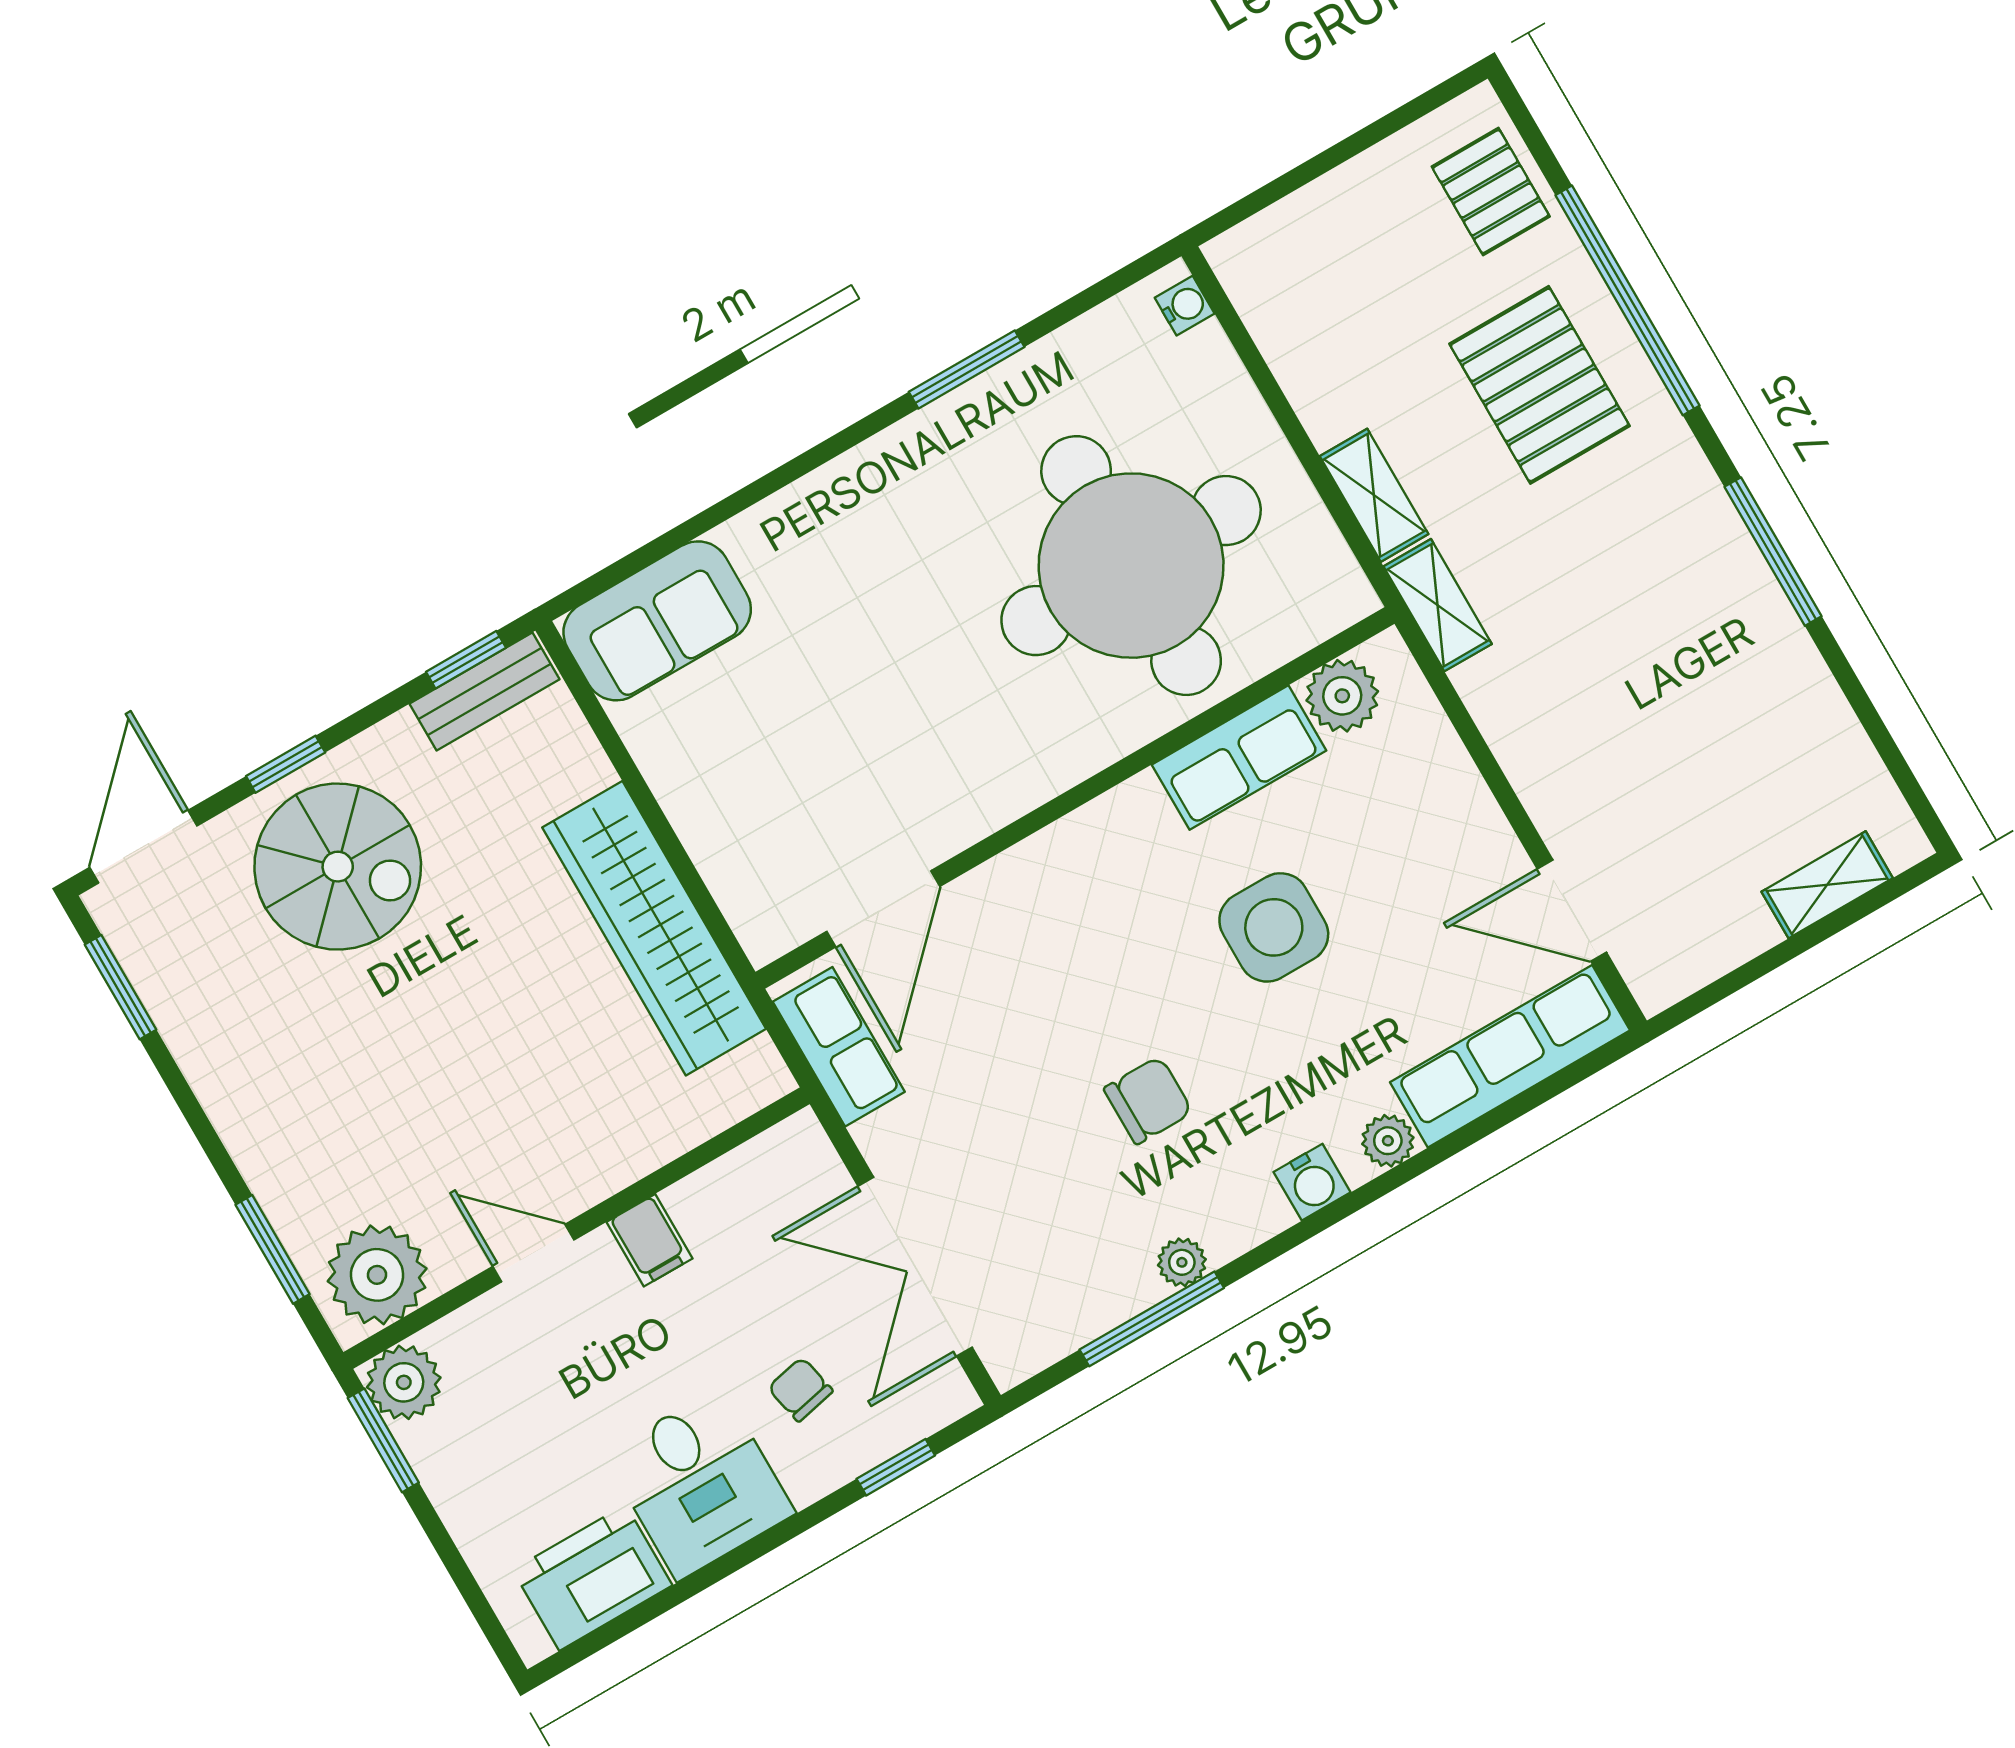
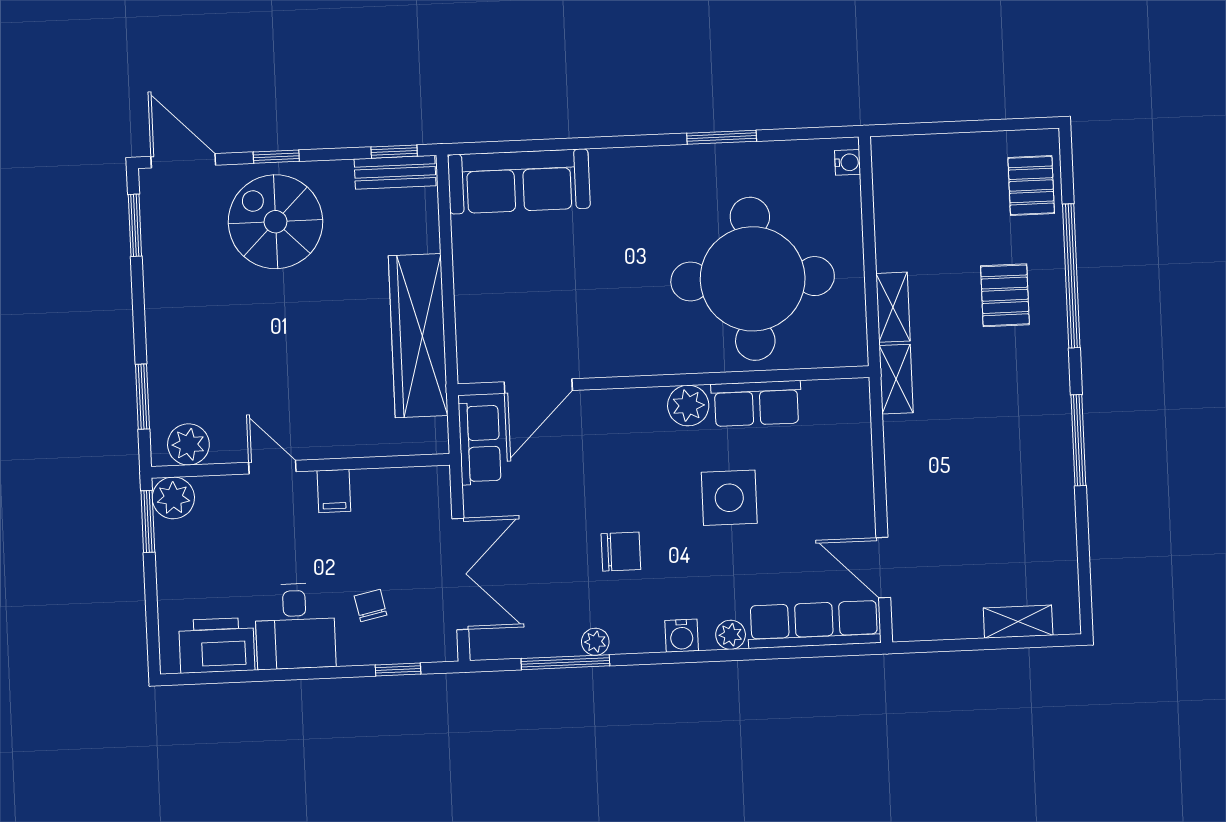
pallet: (1540, 385) -> (1005, 295), width x0.67, depth x0.71
sofa: (657, 621) -> (519, 181), width x1.36
plant: (1342, 696) -> (688, 406), moved
door: (143, 847) -> (183, 161), hinge flipped
spiral stairs: (338, 867) -> (275, 222), turned 180
double door: (915, 1267) -> (460, 574), swing flipped
plant: (377, 1275) -> (188, 444), width x0.73, depth x0.73

